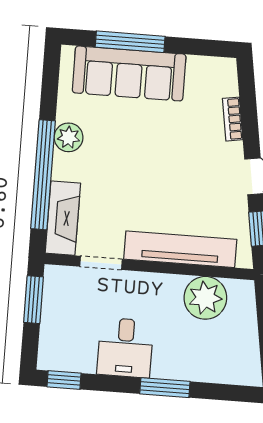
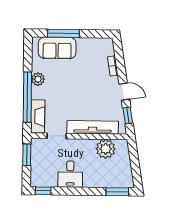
sofa: (129, 73) -> (57, 48), width x0.73
window: (165, 388) -> (117, 192), moved

